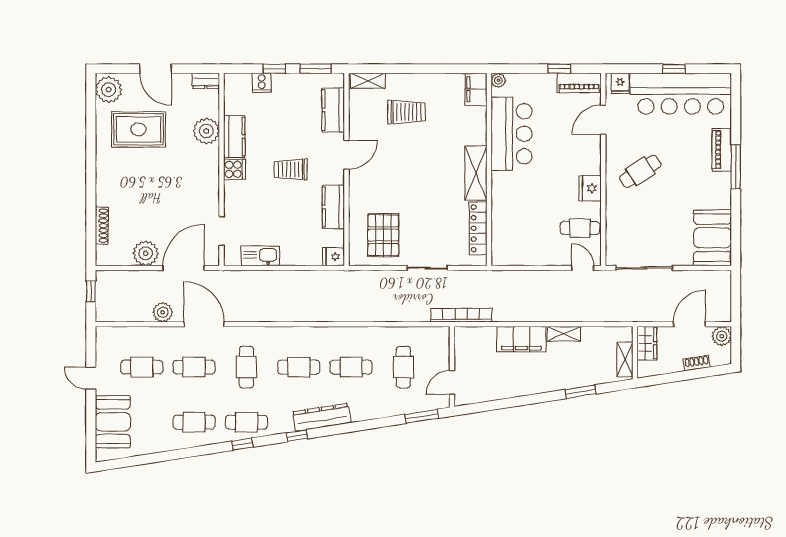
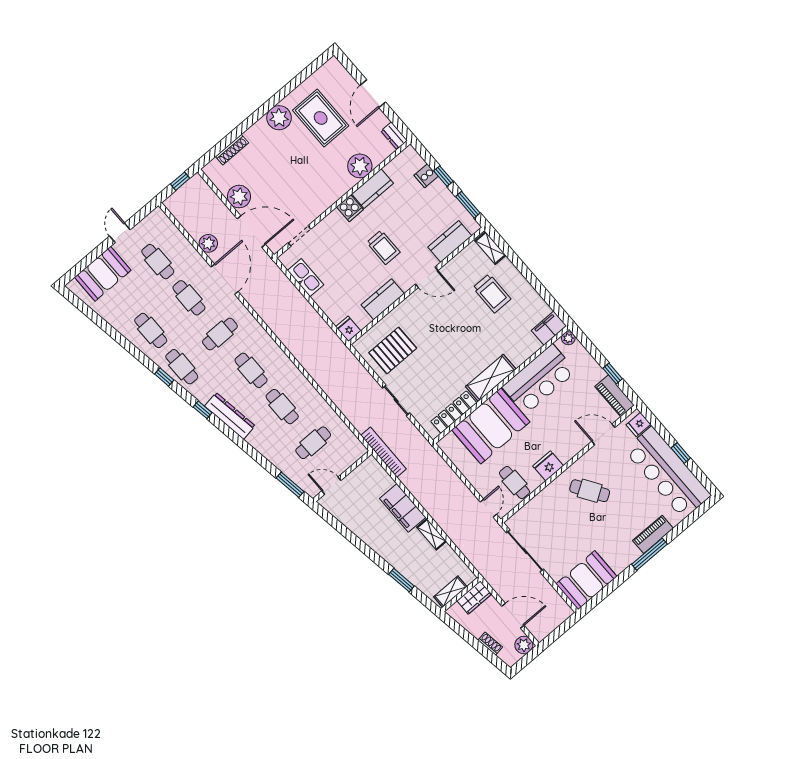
plant: (109, 90) -> (279, 118), moved
trolley: (291, 169) -> (383, 247), turned 180
booth: (516, 207) -> (491, 426), added

